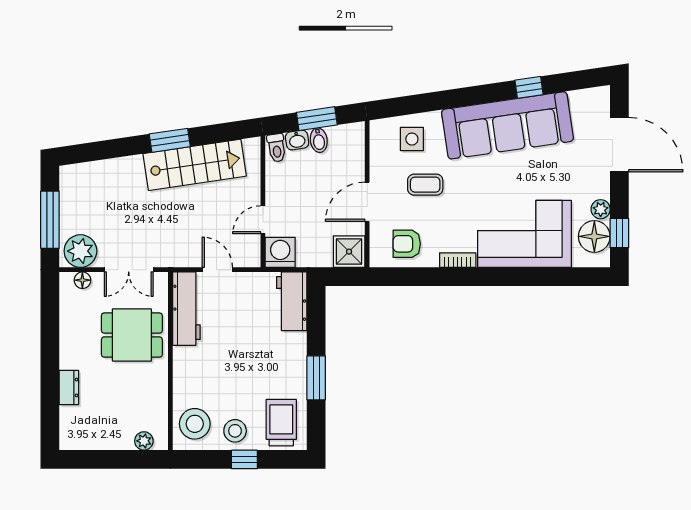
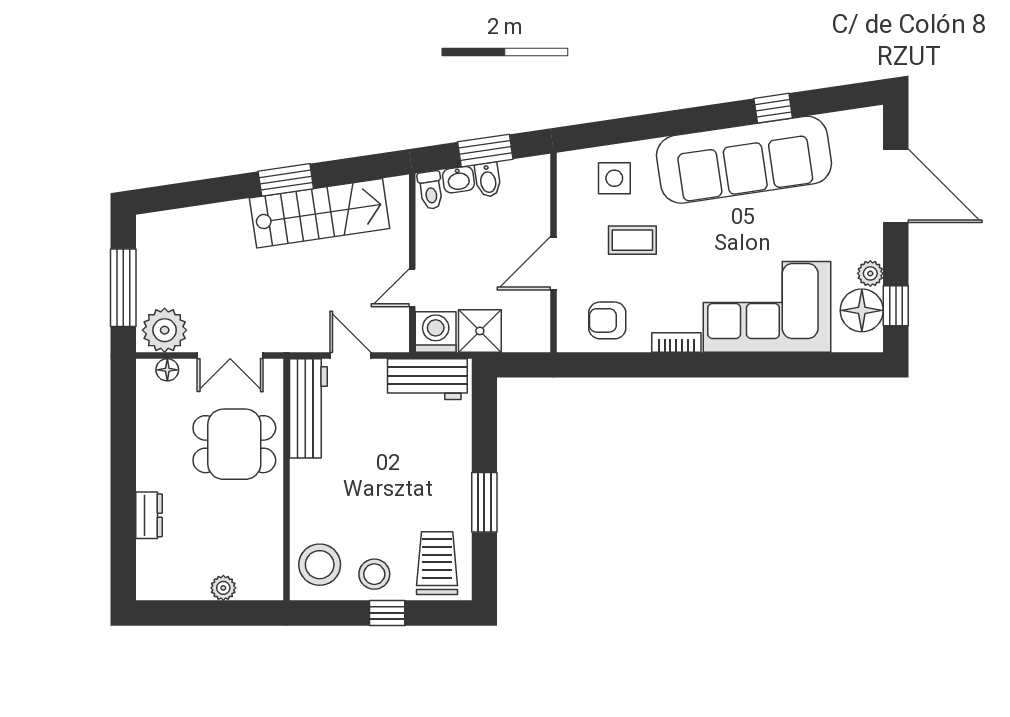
shower: (349, 252) -> (480, 331), moved
workbench: (292, 301) -> (427, 379), moved, turned -90
plant: (144, 441) -> (223, 588), moved

